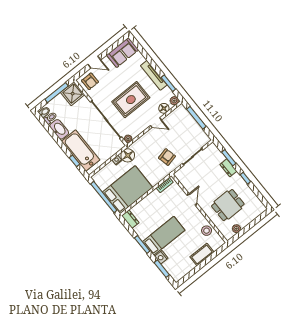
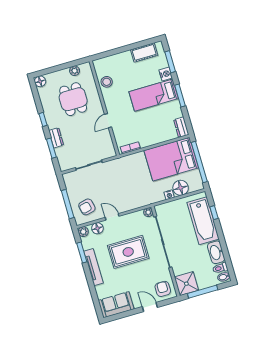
floor lamp: (128, 155) -> (181, 188), moved
armchair: (167, 157) -> (87, 207), moved
dining table: (228, 205) -> (73, 99), turned 90
floor lamp: (261, 208) -> (40, 81), added
cot: (202, 254) -> (144, 52), moved

